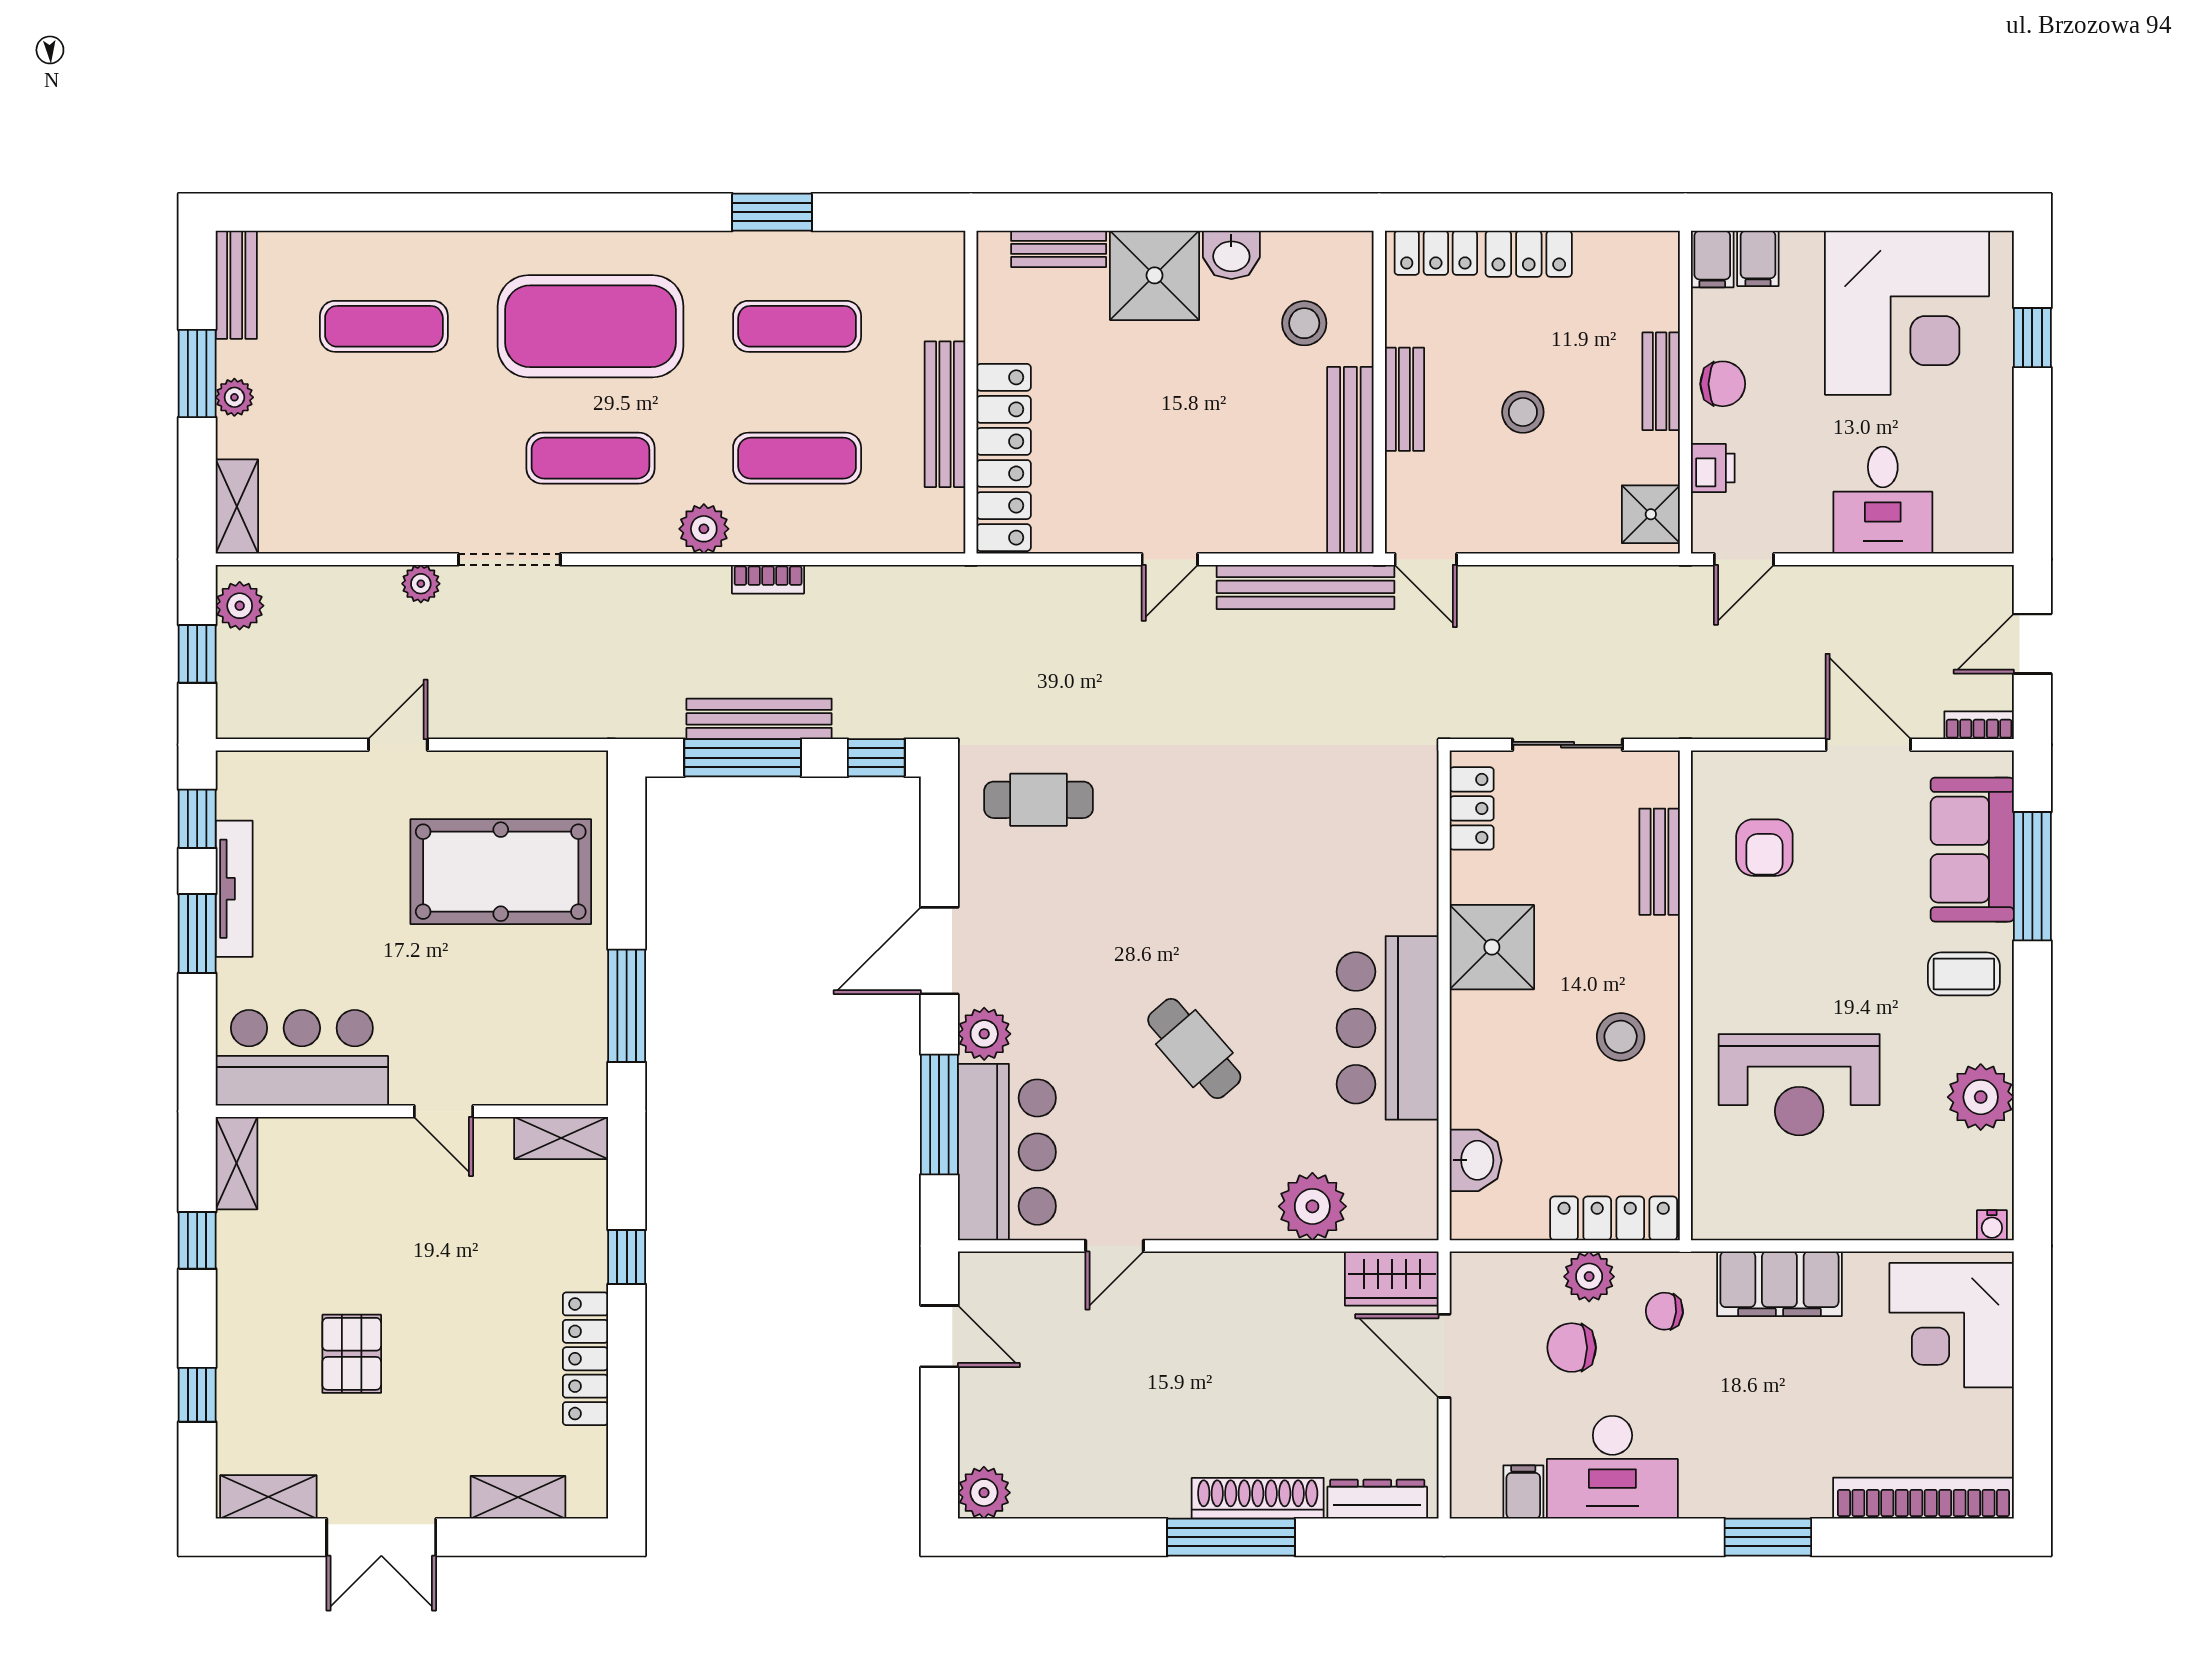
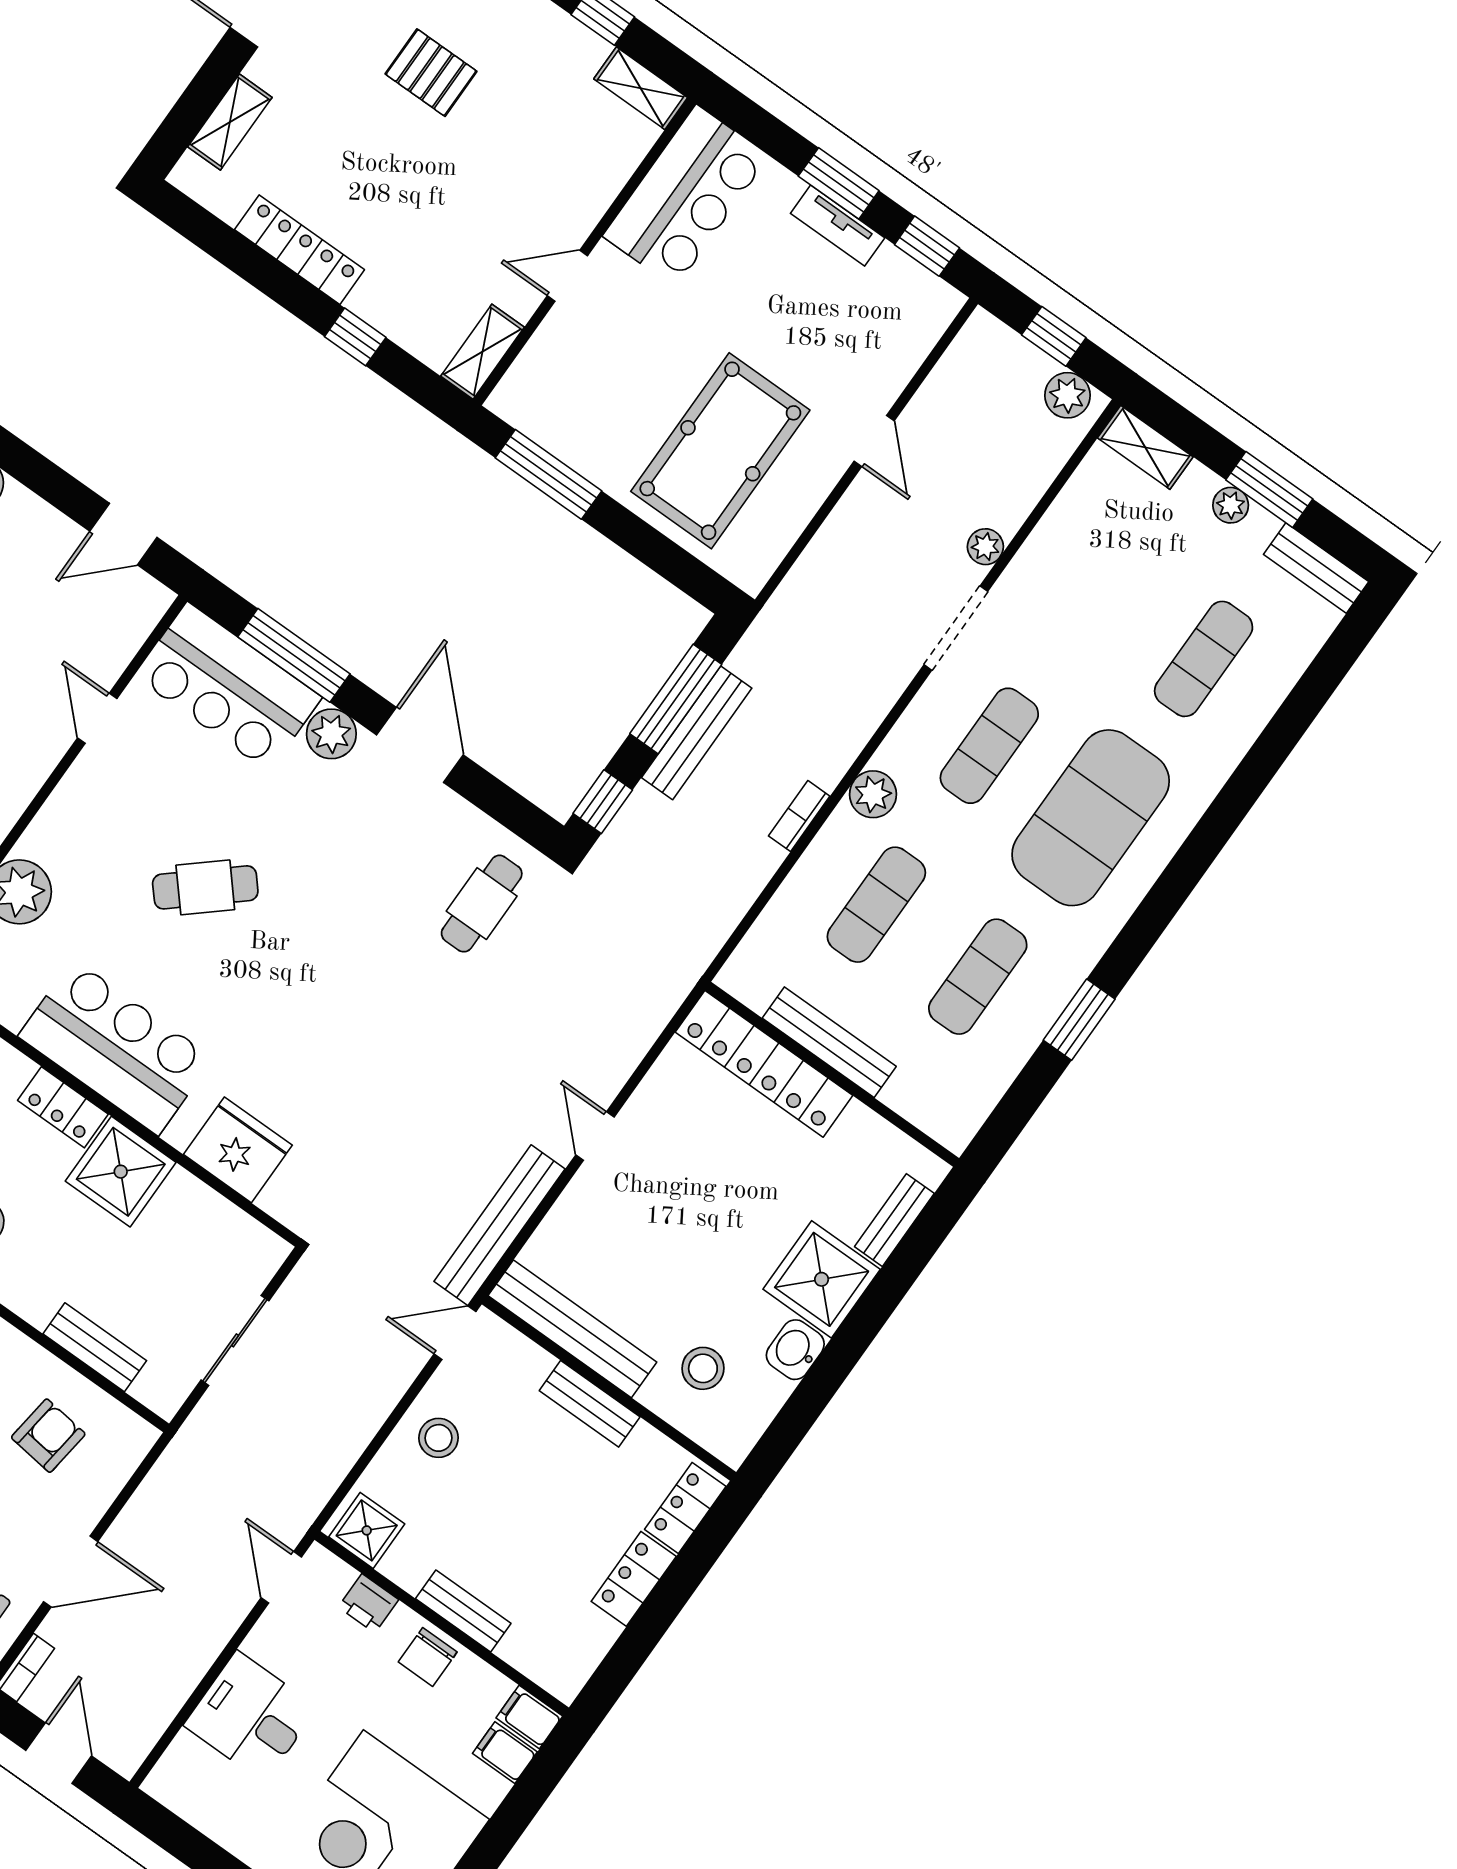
stool: (1523, 412) -> (439, 1438), moved
locker: (1472, 808) -> (63, 1107), moved
armchair: (1764, 848) -> (48, 1436), turned 97
fridge: (1401, 859) -> (238, 1150), added
tv unit: (234, 889) -> (838, 226), width x0.71

